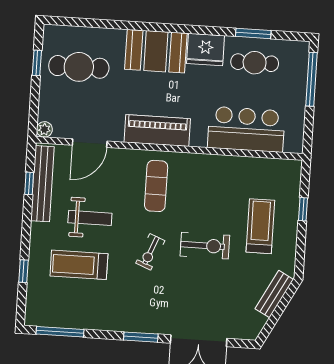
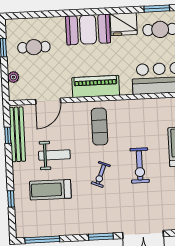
cafe table: (79, 67) -> (34, 47), width x0.73, depth x0.74
plant: (44, 129) -> (13, 77), moved
exercise bike: (205, 246) -> (140, 165), turned 90

